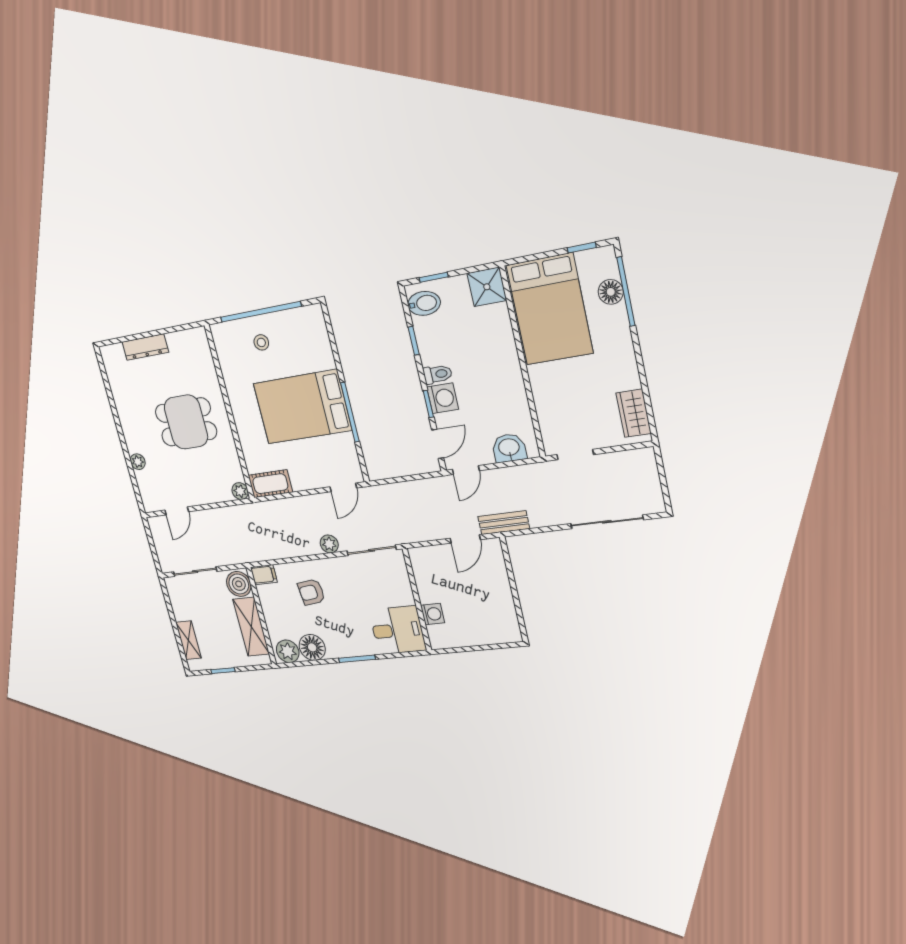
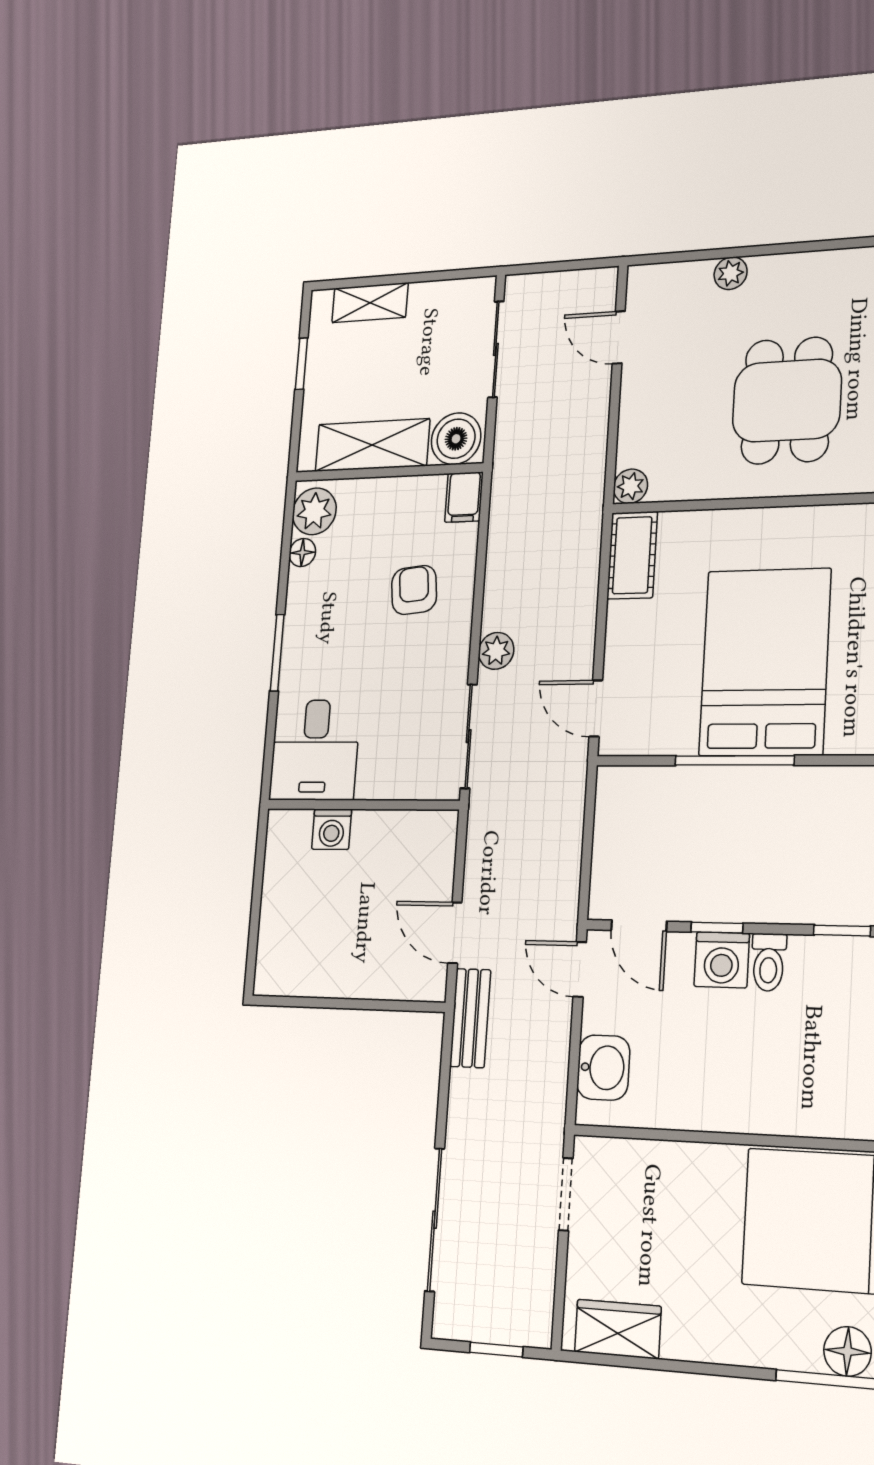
window: (662, 476) -> (496, 1350), added
floor lamp: (312, 647) -> (302, 553), width x0.53, depth x0.53

